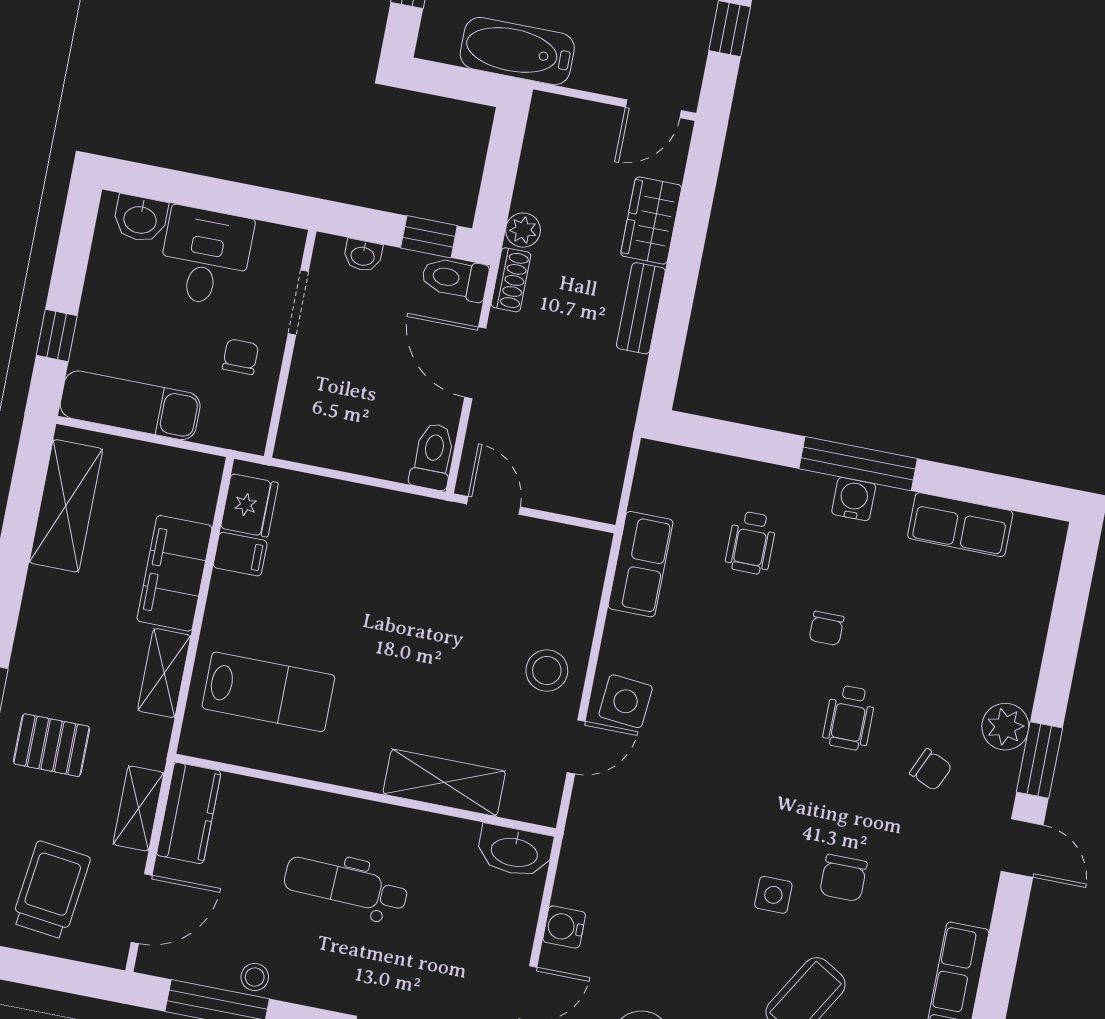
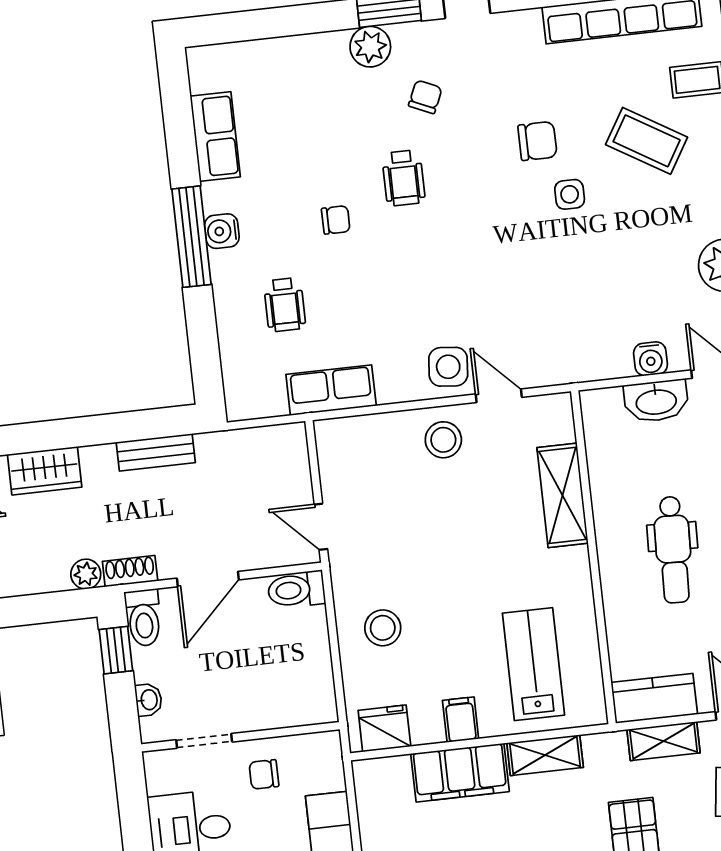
bench: (641, 308) -> (156, 452), moved
door: (494, 505) -> (321, 527), hinge flipped
stool: (361, 538) -> (383, 628), added
wheelchair: (751, 543) -> (285, 305), turned 90
filing cabinet: (240, 554) -> (461, 720), moved
wheelchair: (849, 718) -> (404, 178), turned 90
washbasin: (515, 851) -> (656, 401), moved, turned 90

